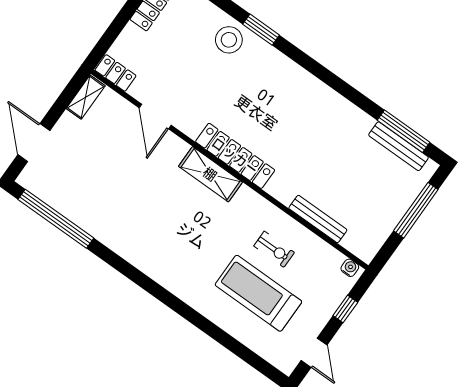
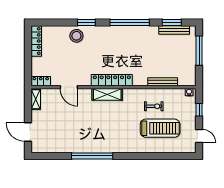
window: (333, 81) -> (130, 23), added
window: (403, 131) -> (172, 23), width x0.69
window: (56, 219) -> (92, 156), moved
treadmill: (258, 293) -> (160, 128), turned 180

